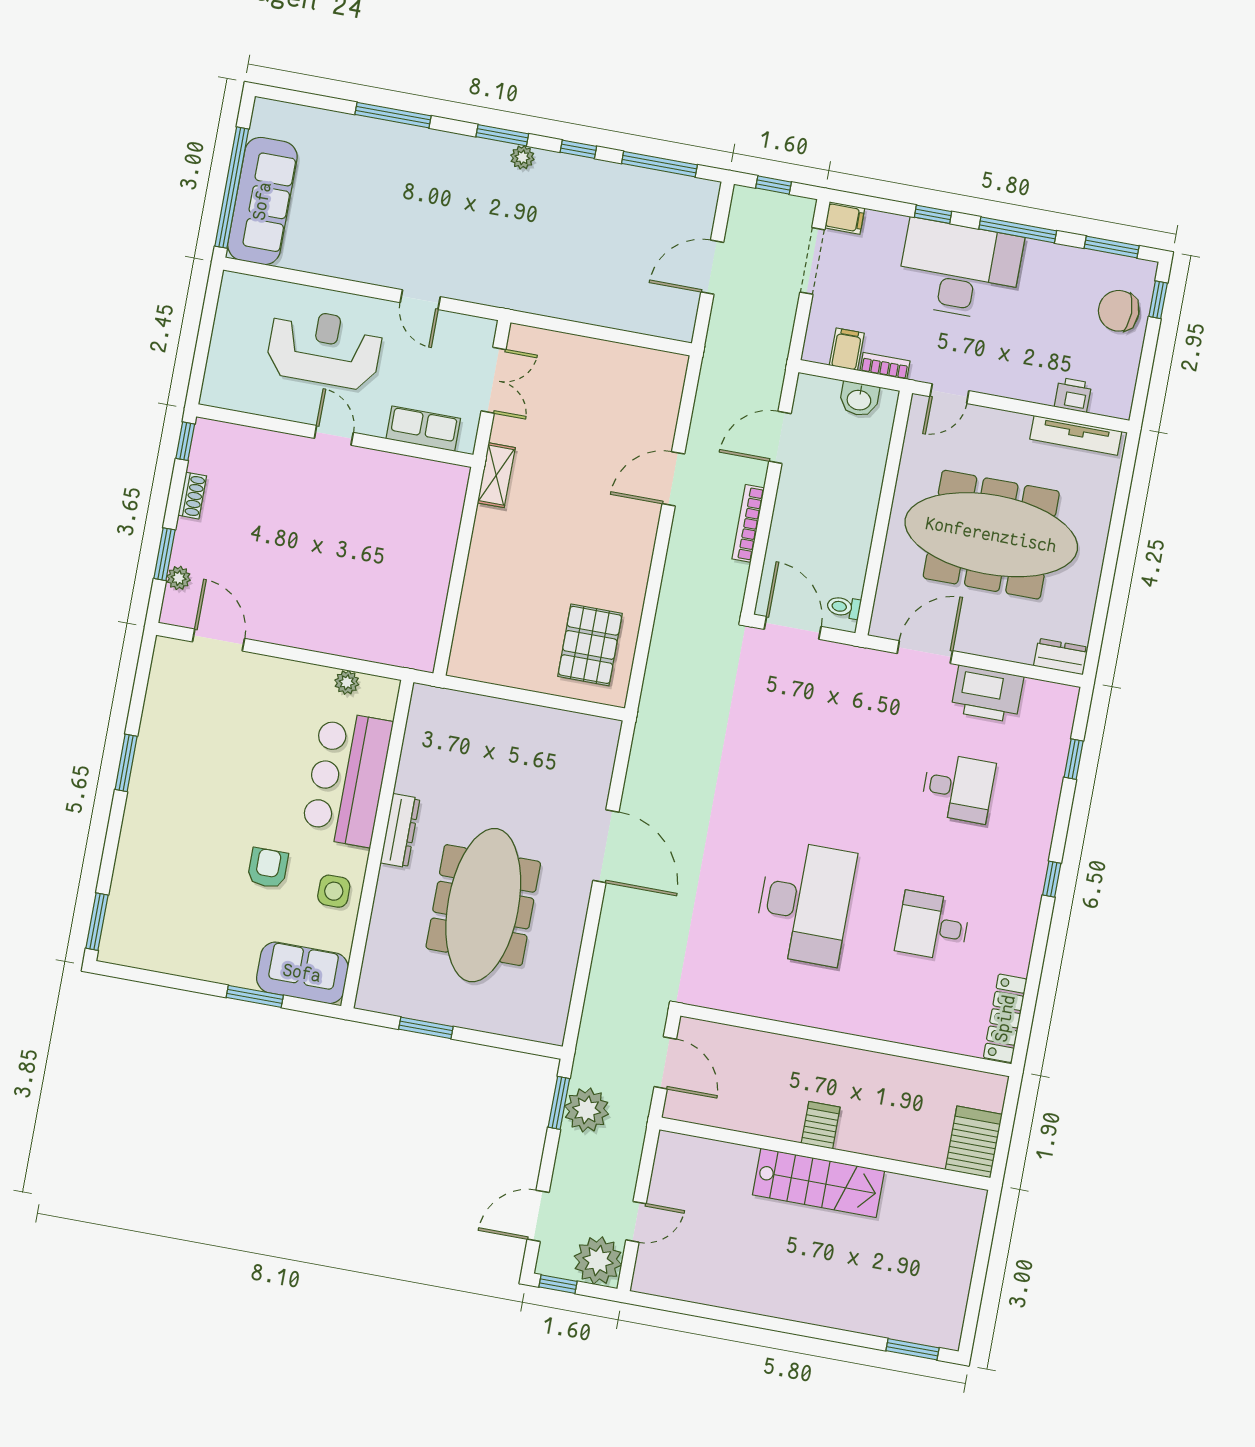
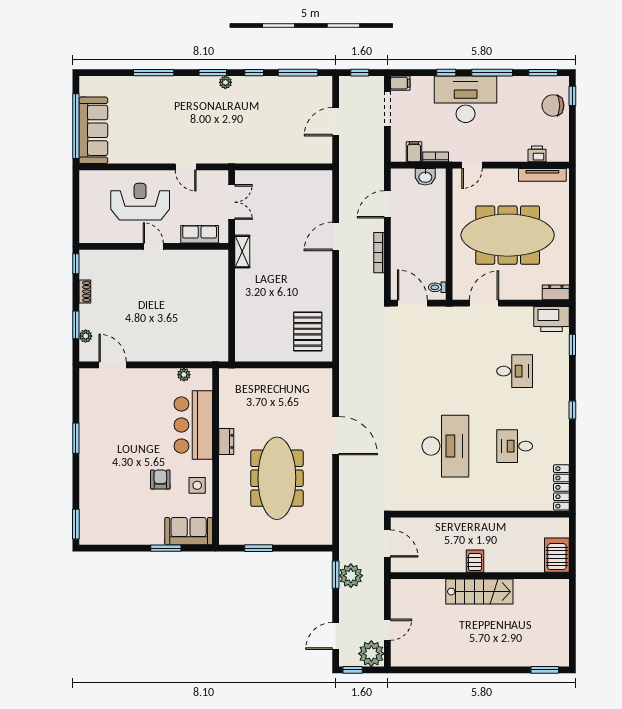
printer: (987, 694) -> (552, 319), moved
dresser: (400, 831) -> (226, 441), width x0.70

